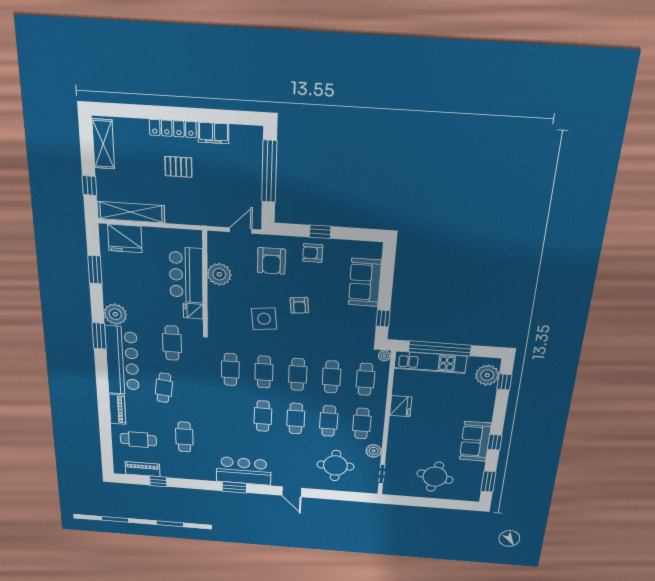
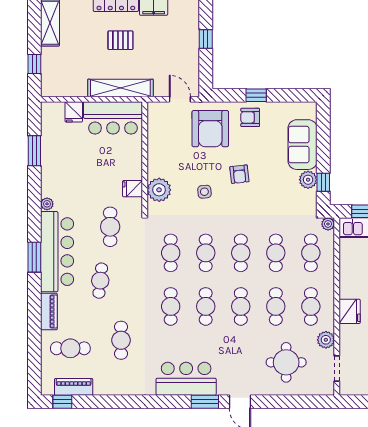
window: (269, 171) -> (206, 39), width x0.32
shelving: (131, 212) -> (120, 88), moved
door: (241, 230) -> (180, 99), hinge flipped
fridge: (125, 238) -> (74, 112), width x0.53, depth x0.75
armchair: (271, 261) -> (210, 129), width x1.36, depth x1.36
plant: (219, 274) -> (159, 190), moved
bar counter: (186, 275) -> (113, 118), moved, turned -90
plant: (115, 314) -> (47, 204), width x0.53, depth x0.53
plant: (368, 315) -> (308, 180), added
side table: (264, 319) -> (204, 192), width x0.54, depth x0.54
window: (99, 336) -> (34, 257), moved
fridge: (401, 406) -> (350, 311), moved
cafe table: (230, 414) -> (171, 306), added
window: (158, 481) -> (62, 402), moved
window: (234, 487) -> (205, 402), moved

